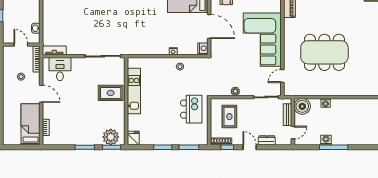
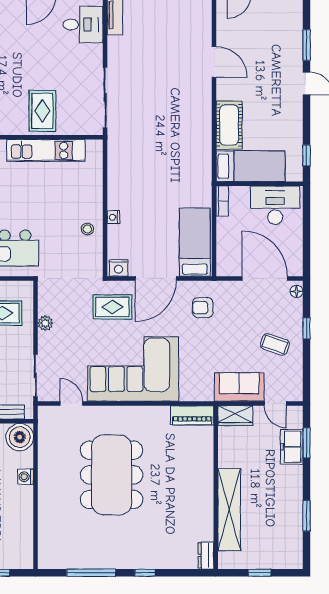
rug: (226, 52) -> (112, 307), added

